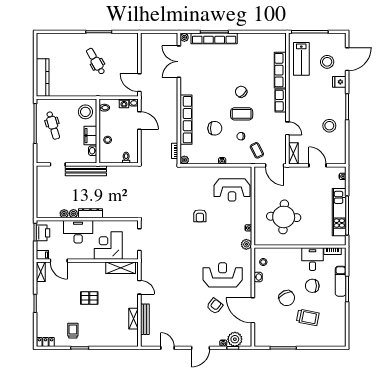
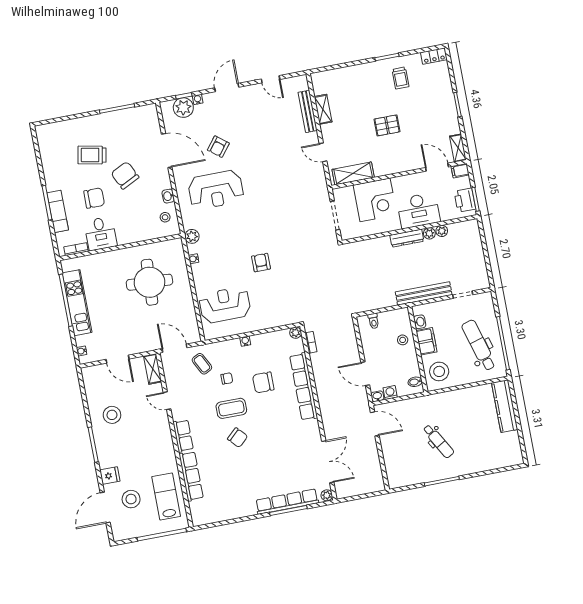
dental chair: (53, 125) -> (479, 345), width x1.36, depth x1.38

